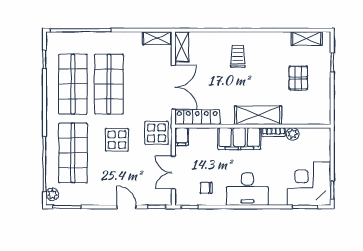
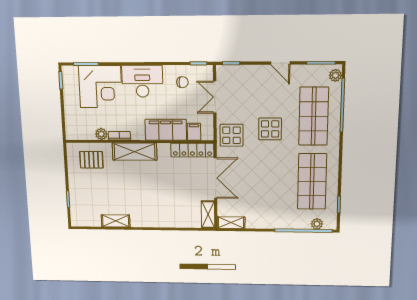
plant: (67, 38) -> (317, 224), added
shelving: (307, 39) -> (116, 221), moved
trolley: (238, 56) -> (155, 206), removed
pallet: (298, 78) -> (91, 160), moved, turned 90
shop shelf: (109, 84) -> (277, 181), removed
double door: (173, 87) -> (215, 178), swing flipped
filing cabinet: (182, 137) -> (194, 132), moved
filing cabinet: (239, 139) -> (166, 130), moved
double door: (173, 173) -> (215, 97), swing flipped
corner desk: (309, 184) -> (100, 87), moved
door: (126, 207) -> (280, 63), moved

